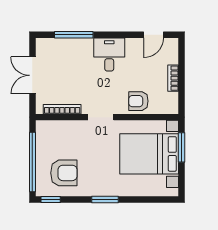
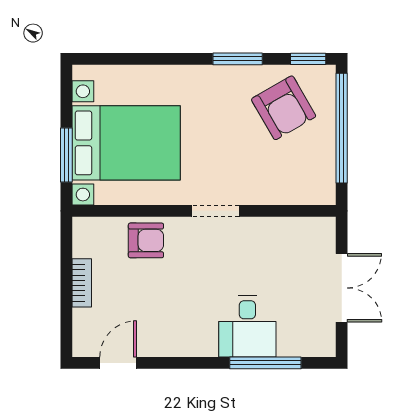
desk: (109, 55) -> (247, 326), moved
bookcase: (62, 109) -> (287, 225), removed
armchair: (64, 173) -> (284, 108), turned -120
window: (105, 199) -> (238, 59), moved

